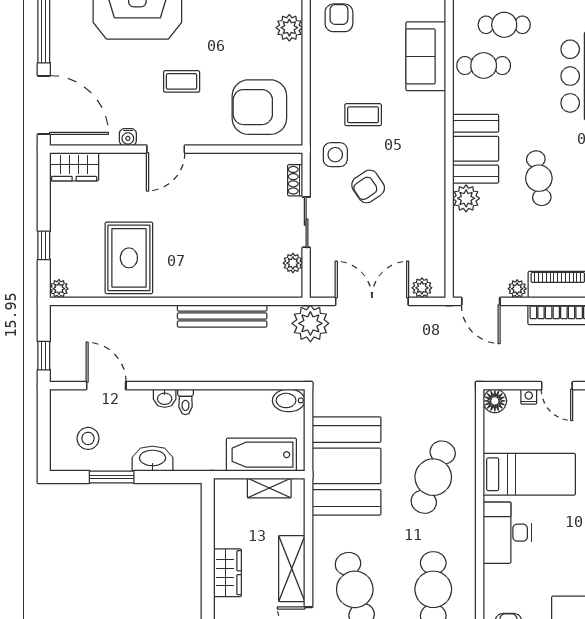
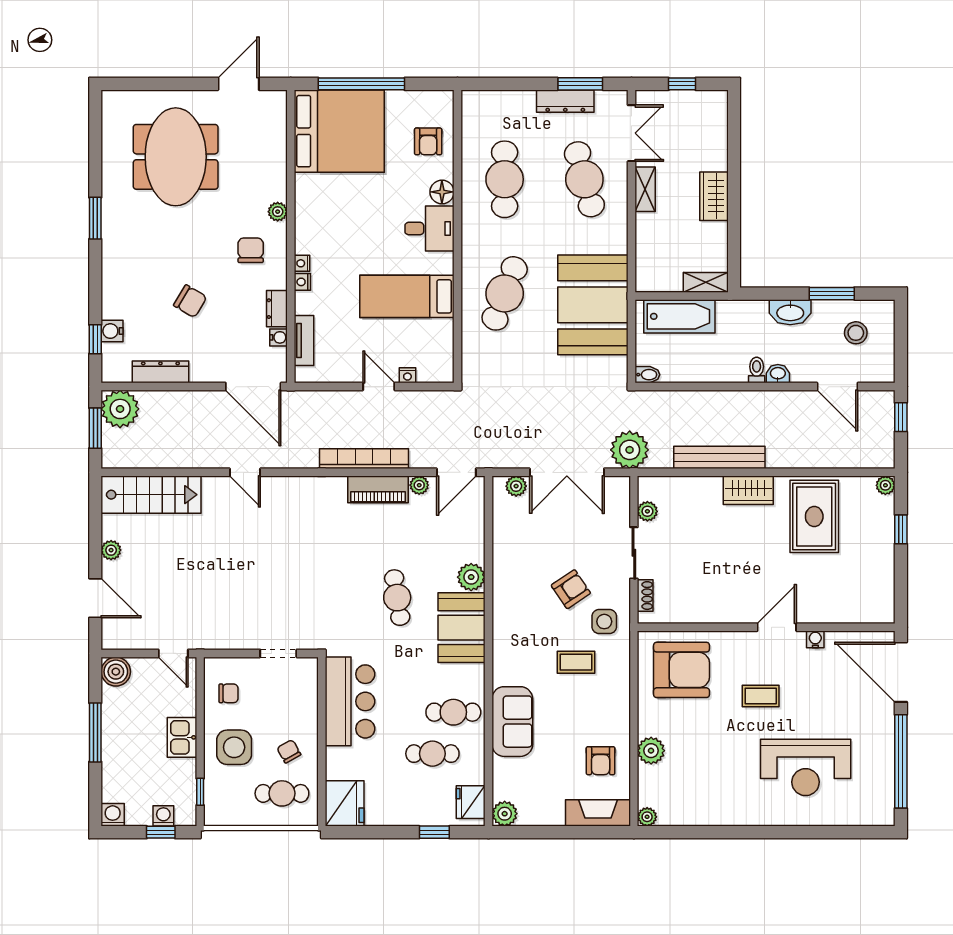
wardrobe: (74, 167) -> (748, 490), moved, turned 180
door: (481, 301) -> (456, 472), swing flipped
bidet: (289, 400) -> (647, 375), width x0.72, depth x0.74
floor lamp: (495, 401) -> (442, 192), moved
shelving: (269, 488) -> (706, 282), moved
desk: (507, 533) -> (429, 229), width x0.73
shelving: (292, 569) -> (645, 189), width x0.67, depth x0.75

